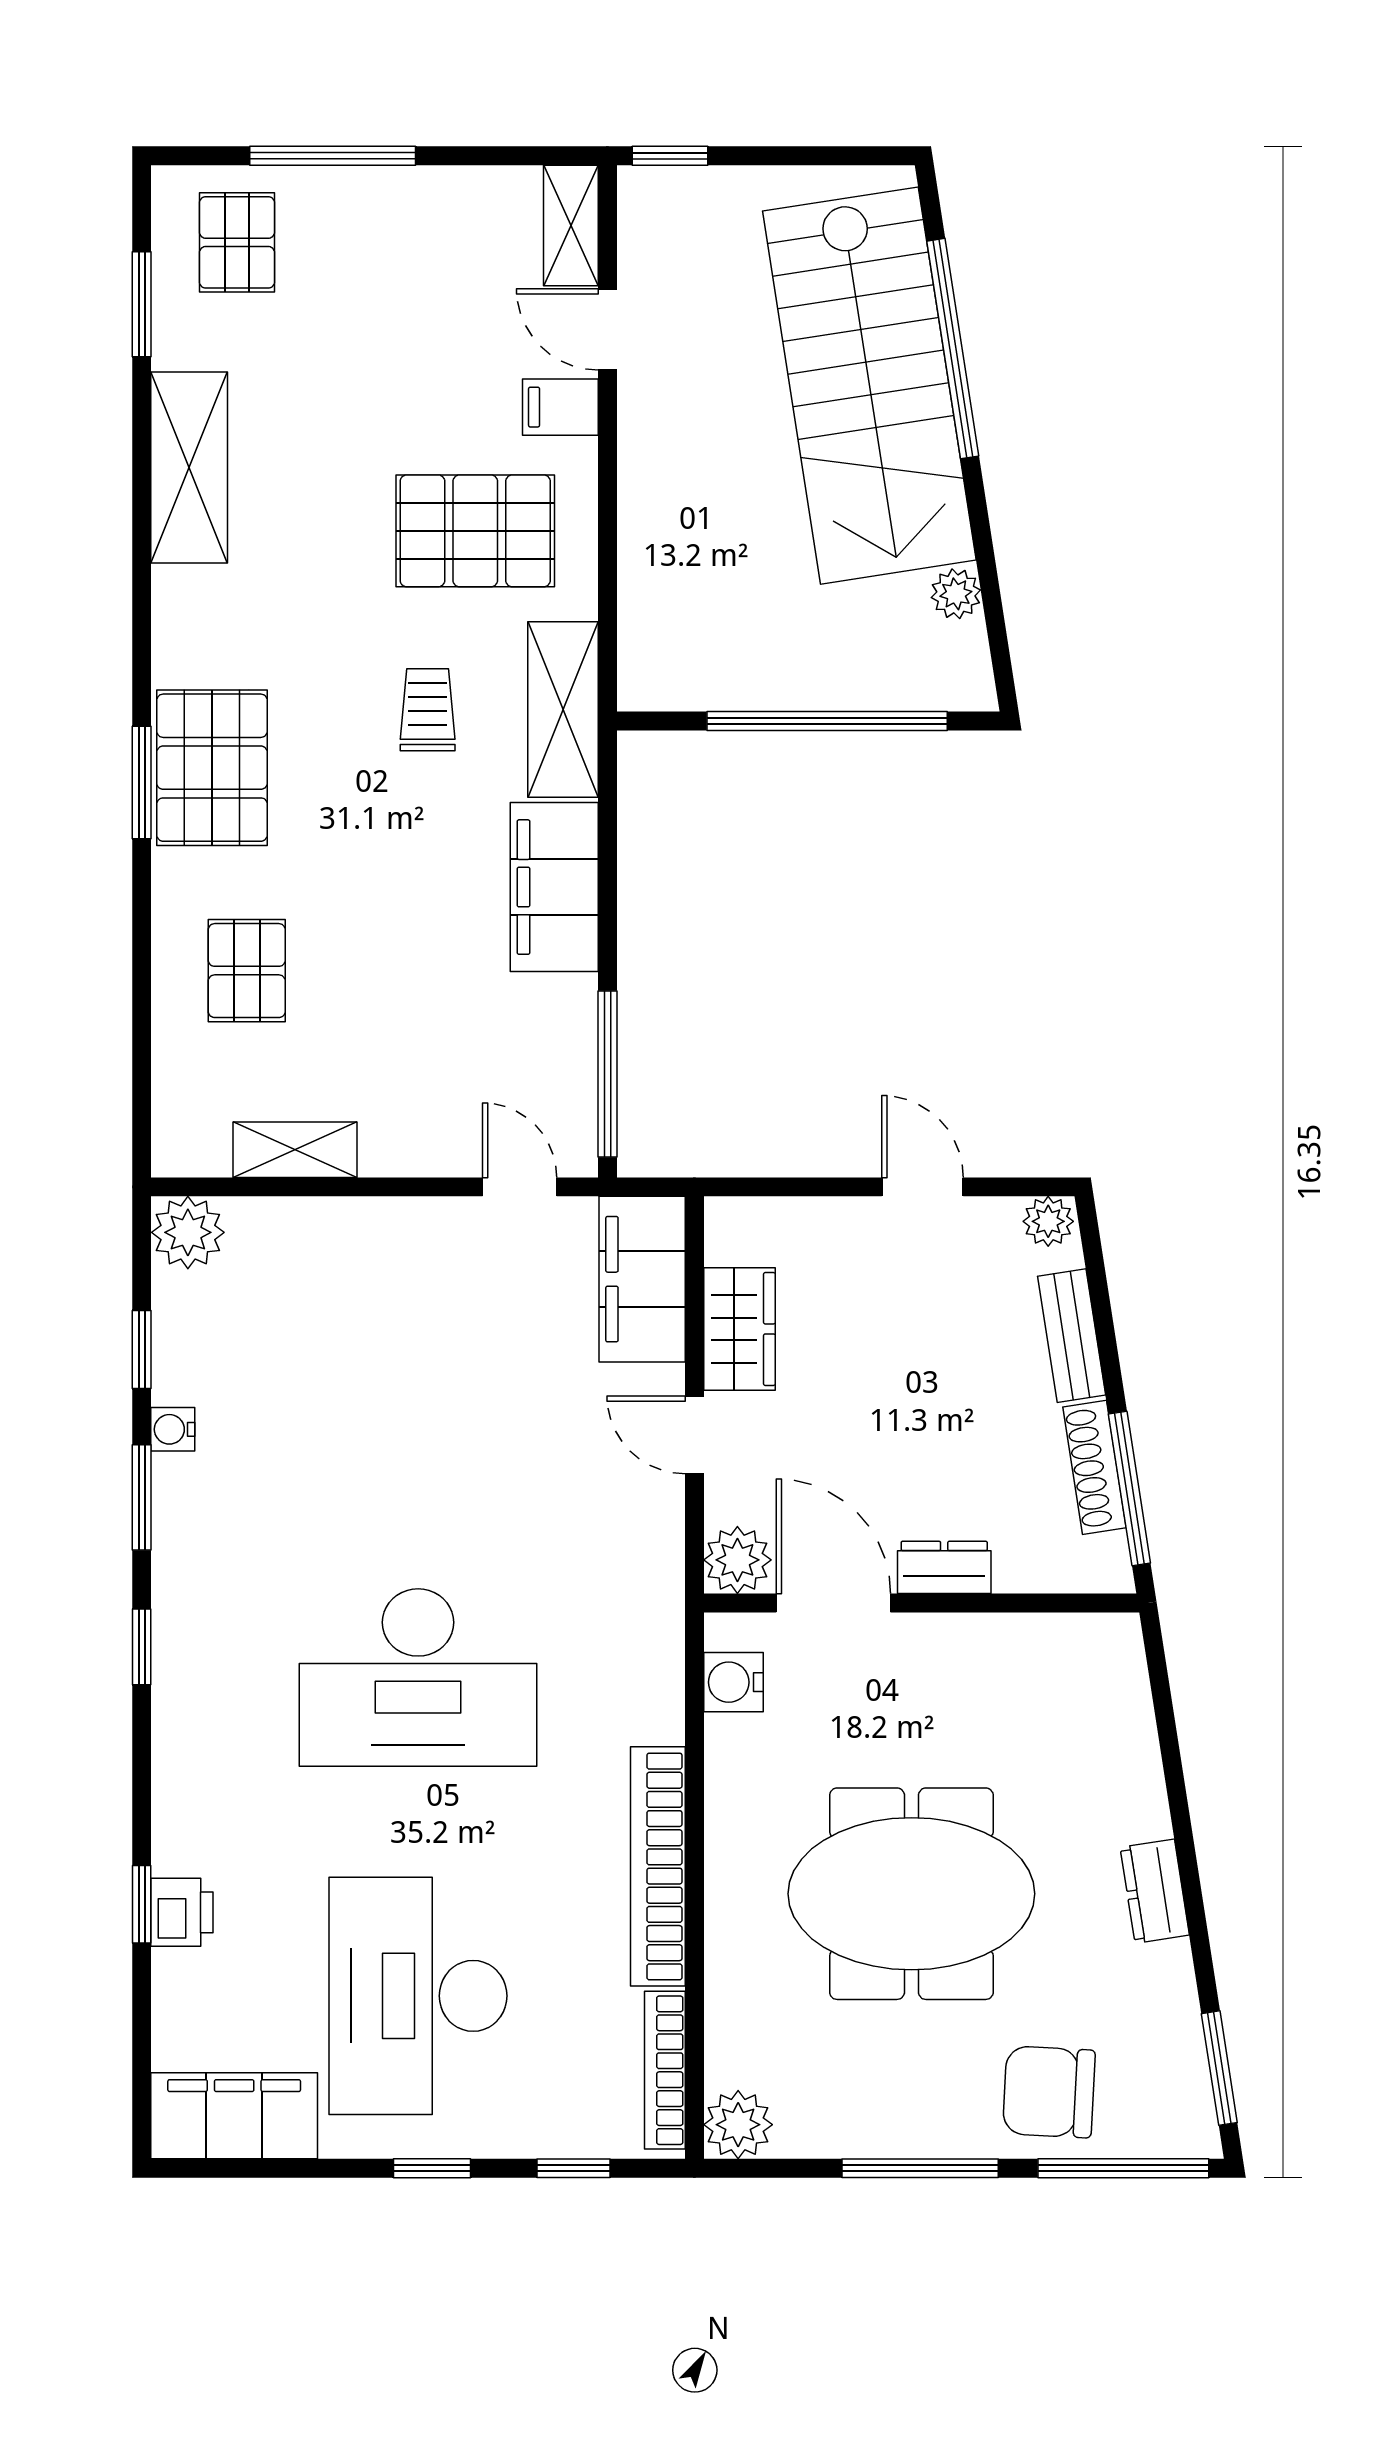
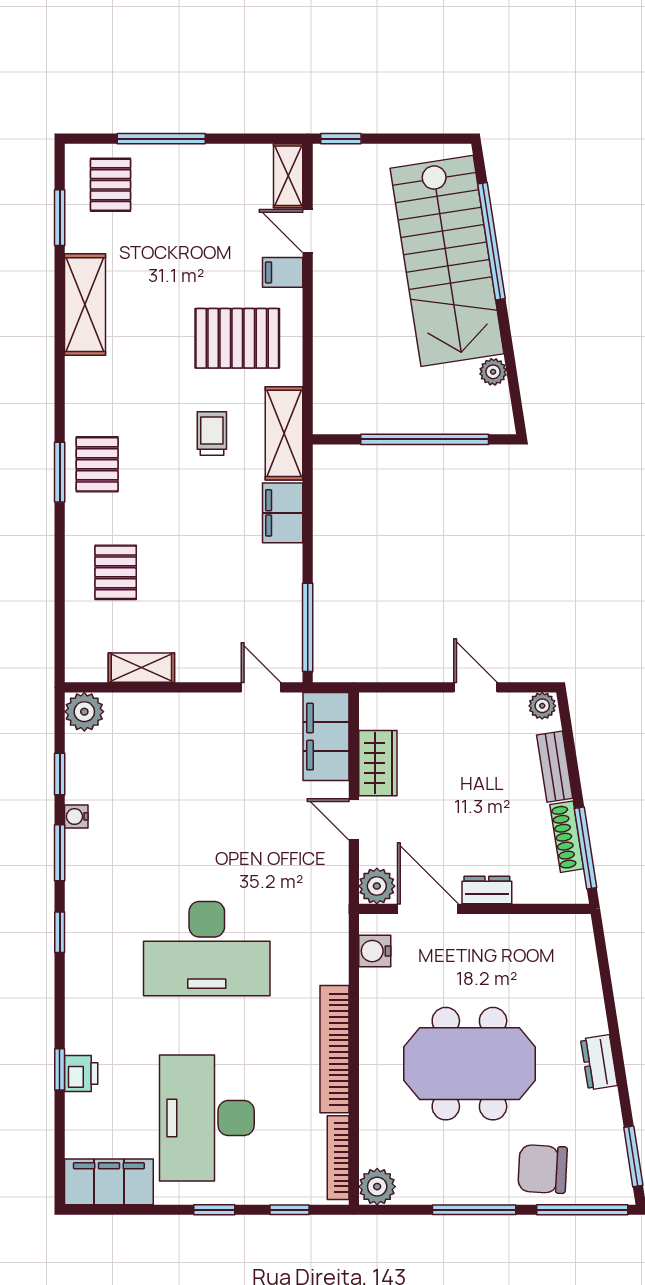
pallet: (212, 768) -> (97, 464), width x0.67, depth x0.71
filing cabinet: (554, 887) -> (283, 513), width x0.67, depth x0.86

